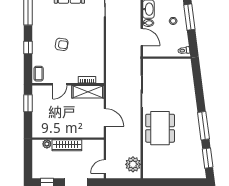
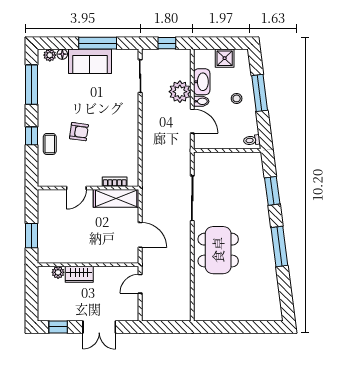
coffee table: (39, 74) -> (50, 144), moved
window: (28, 103) -> (32, 236), moved
wardrobe: (67, 145) -> (79, 274), width x0.67
window: (208, 158) -> (272, 191), moved
plant: (133, 164) -> (180, 92), moved
door: (105, 167) -> (140, 284), moved

